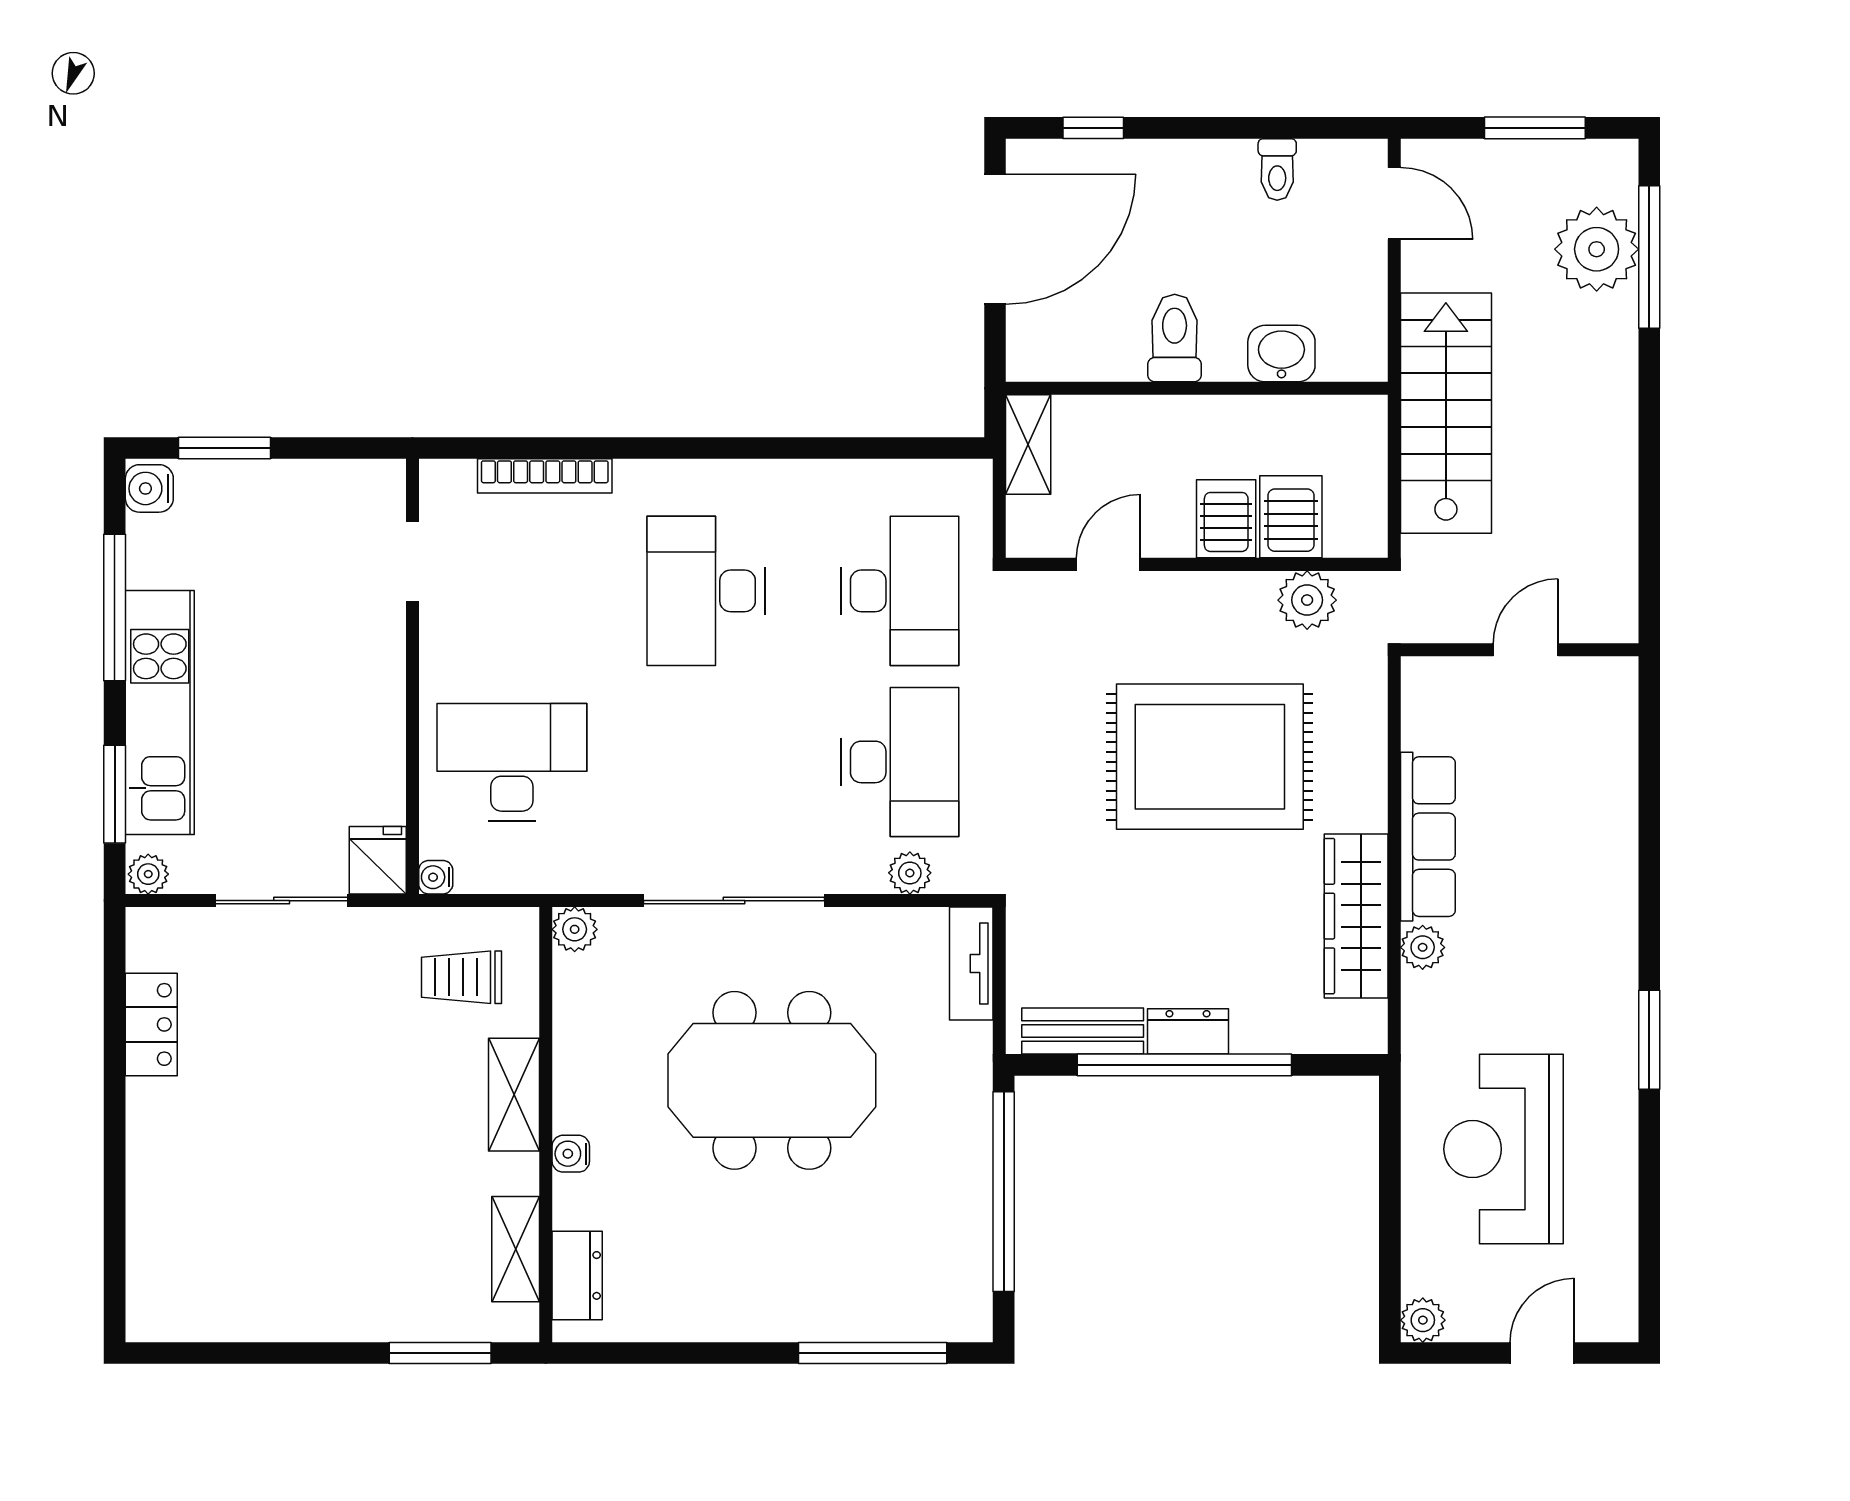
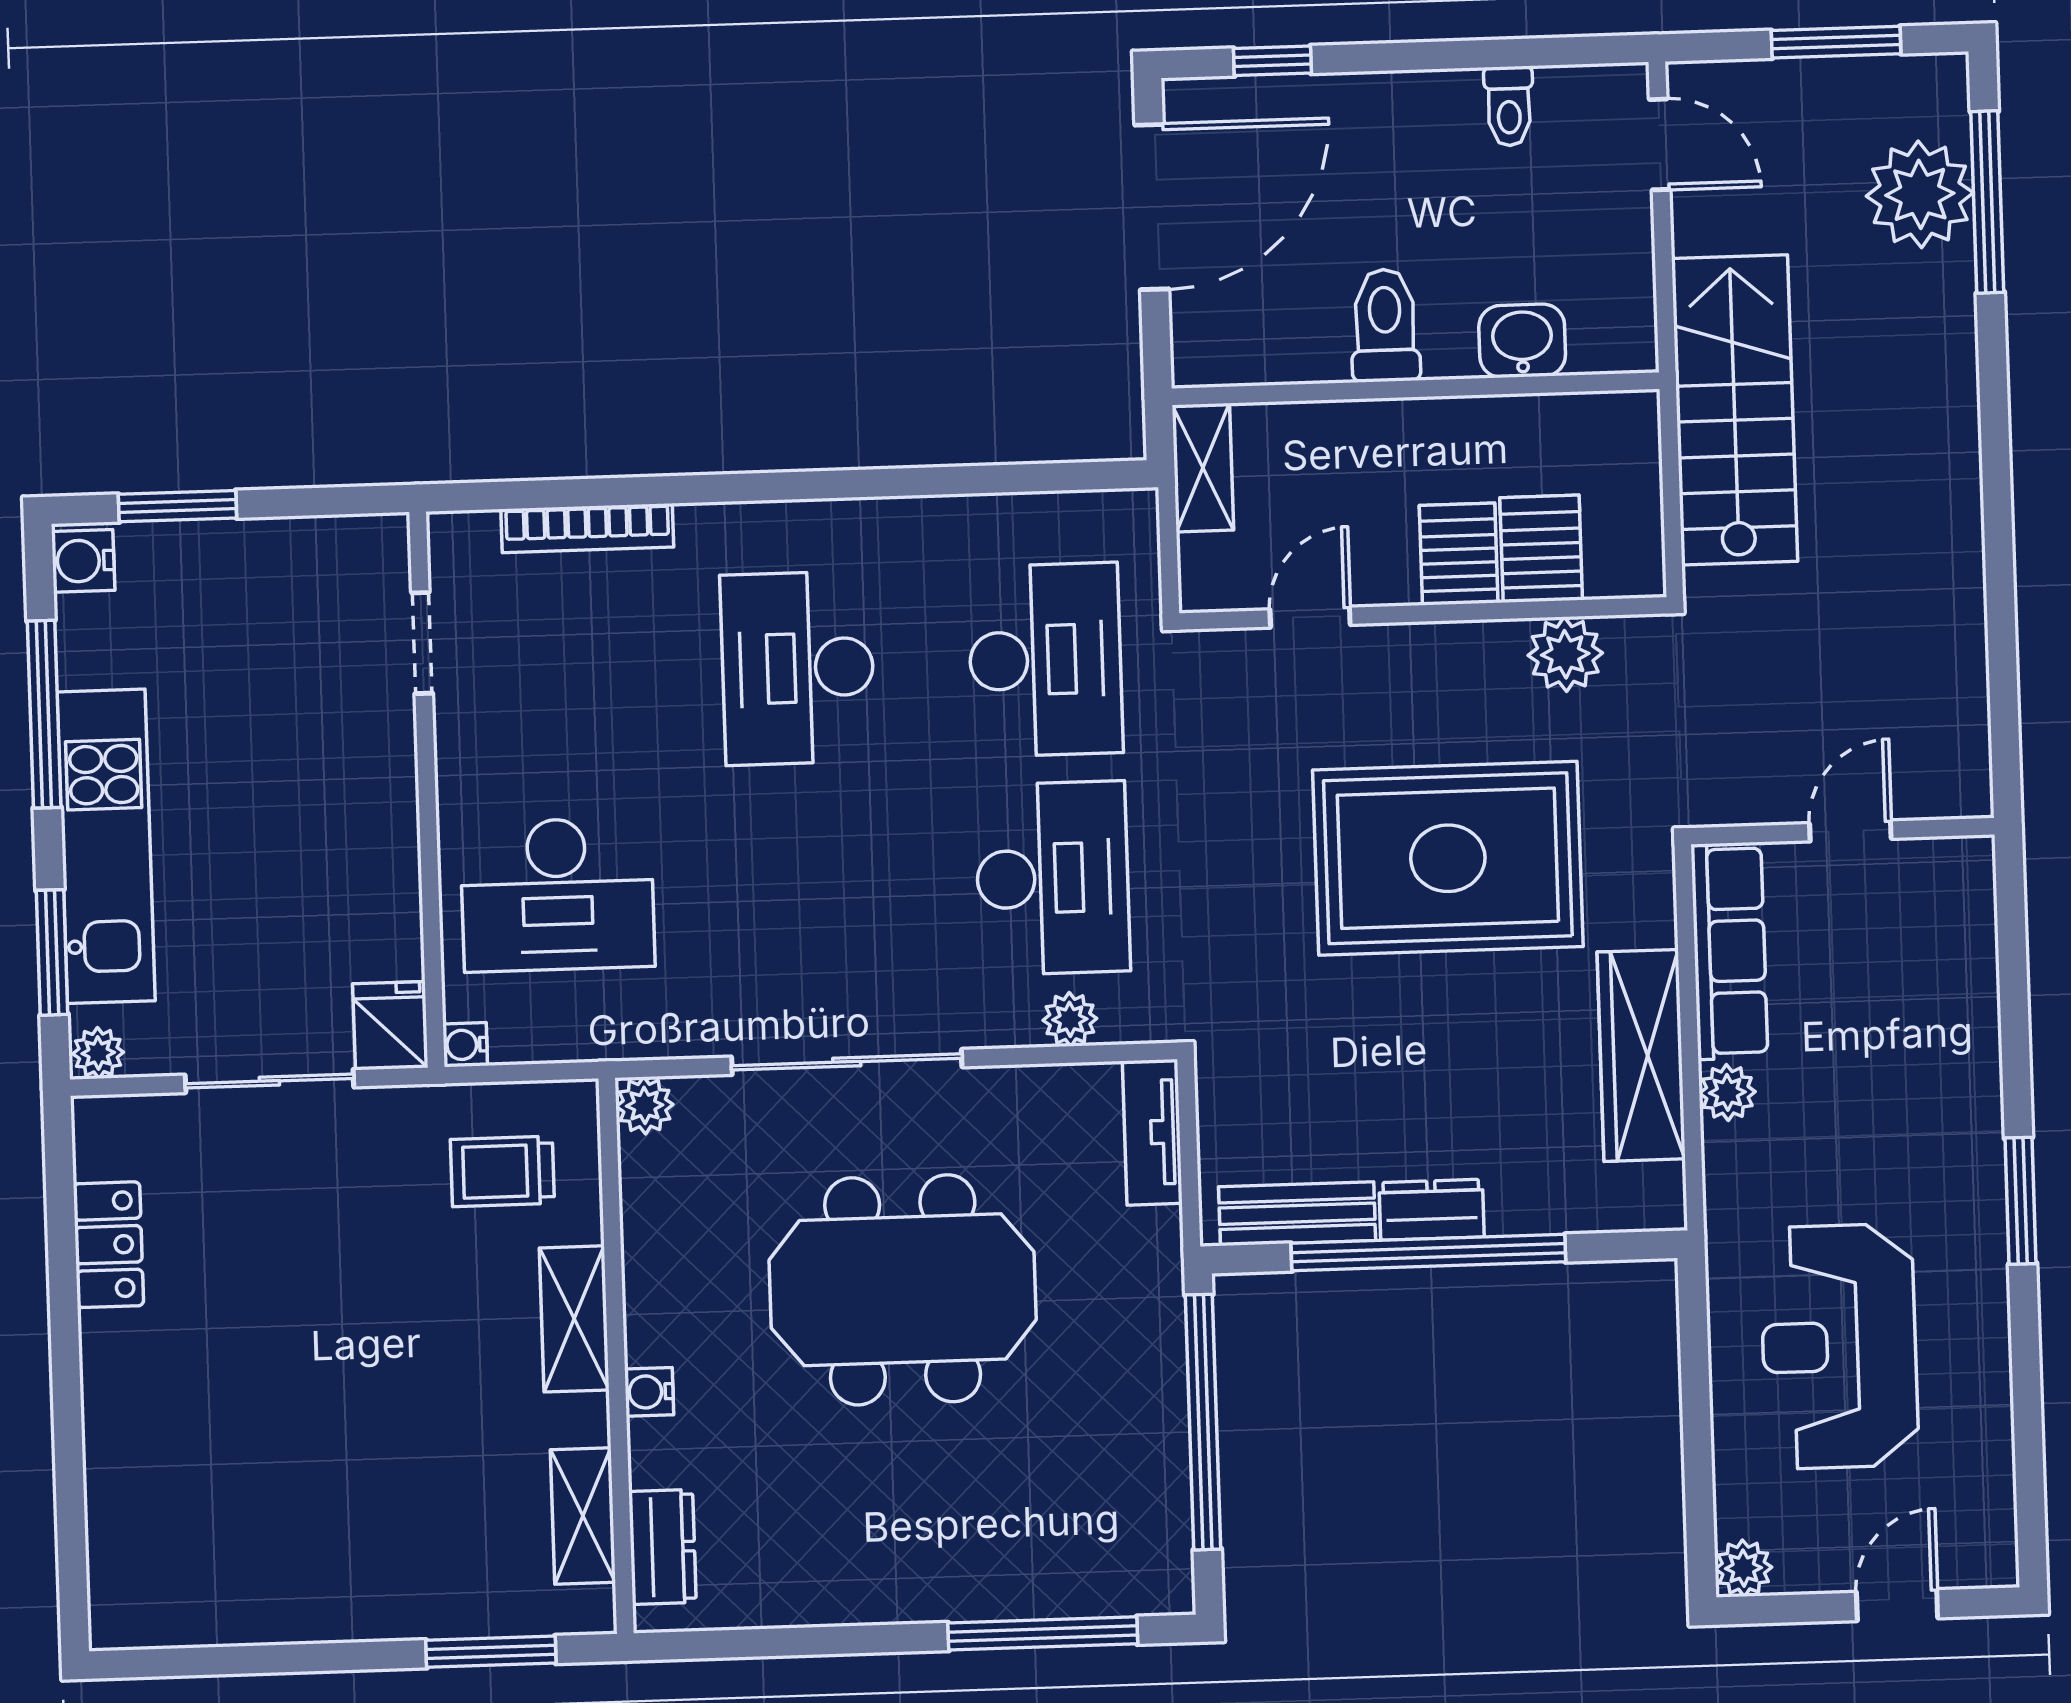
wall: (1520, 650) -> (1843, 831), moved
door: (1526, 650) -> (1850, 831), moved
desk: (512, 762) -> (557, 895), turned 180

